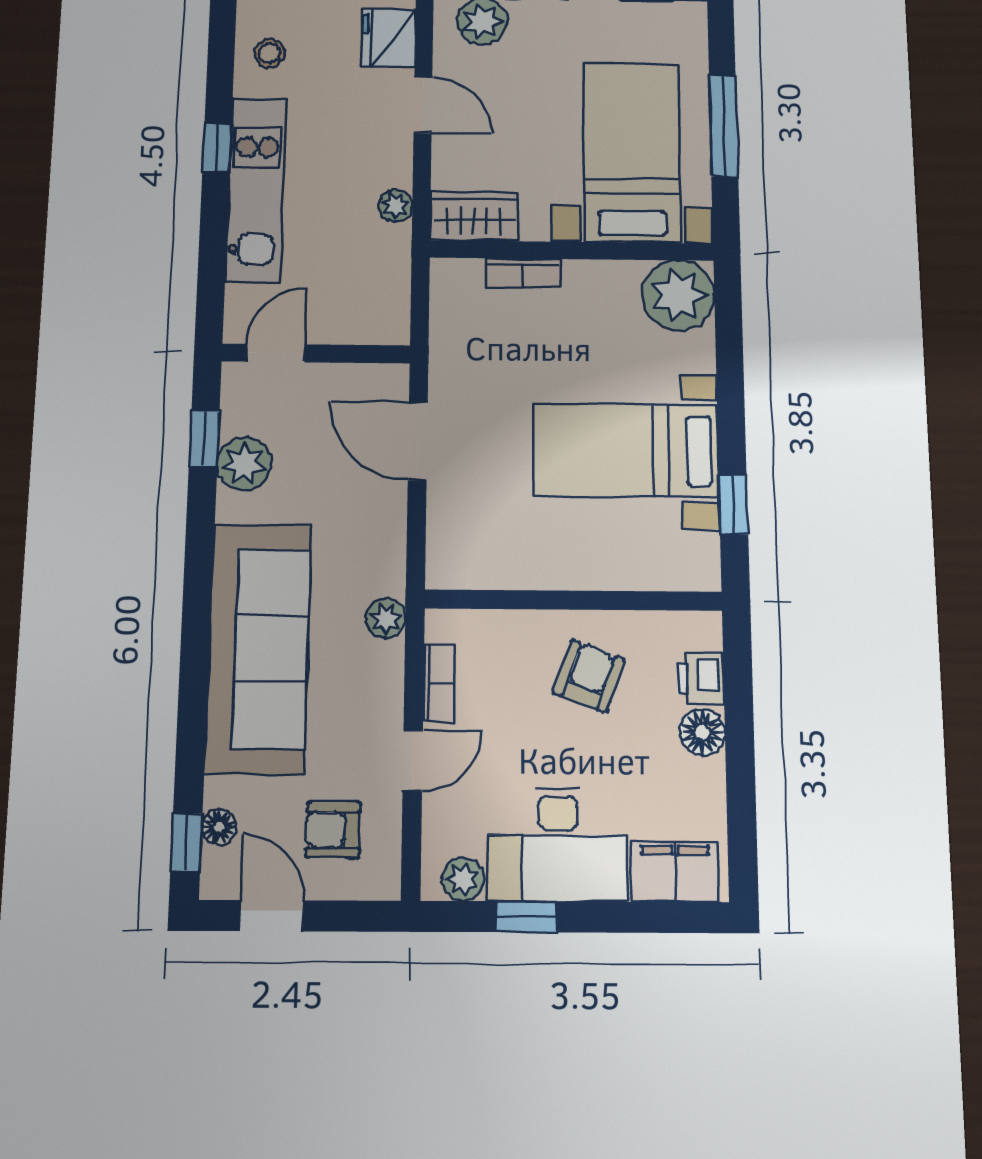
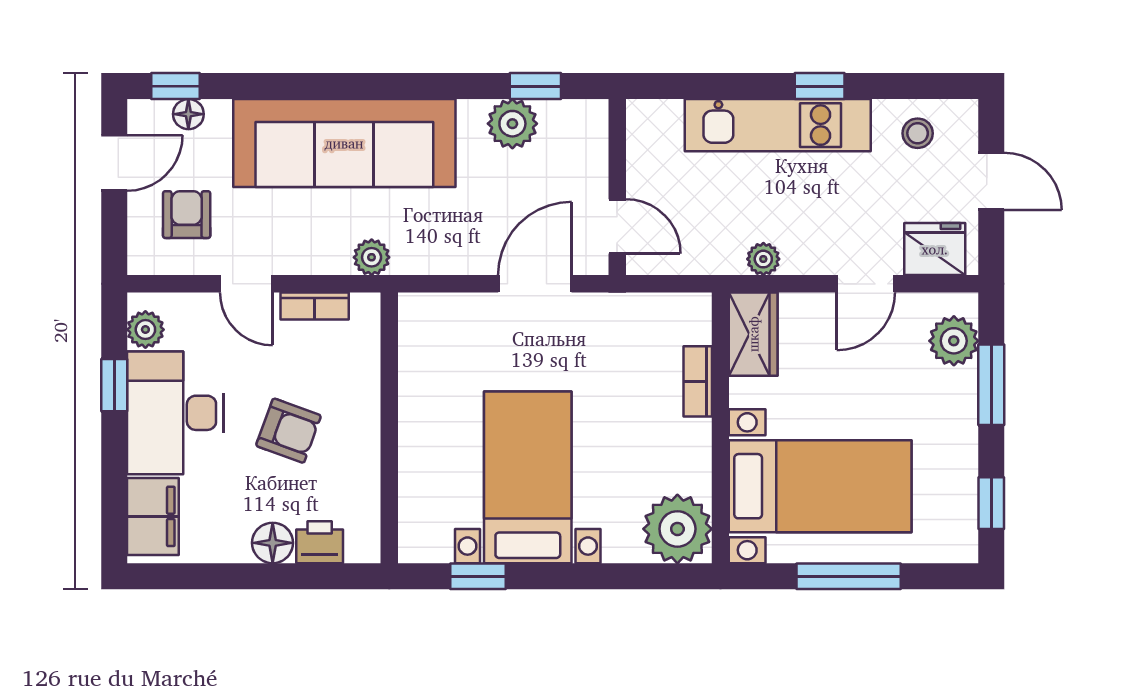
door: (276, 353) -> (617, 226), moved
armchair: (589, 676) -> (288, 431), moved

